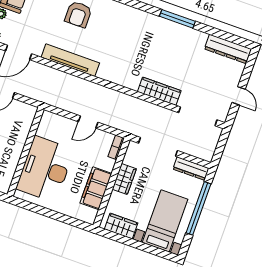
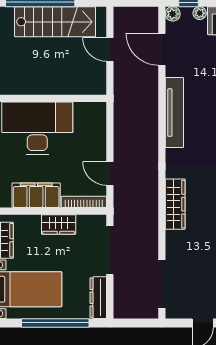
wardrobe: (159, 91) -> (175, 204), moved
door: (88, 122) -> (110, 173), moved
bookcase: (116, 147) -> (84, 202), width x1.56

